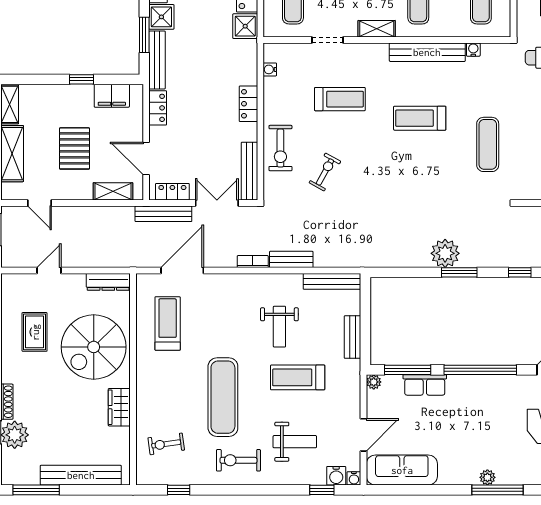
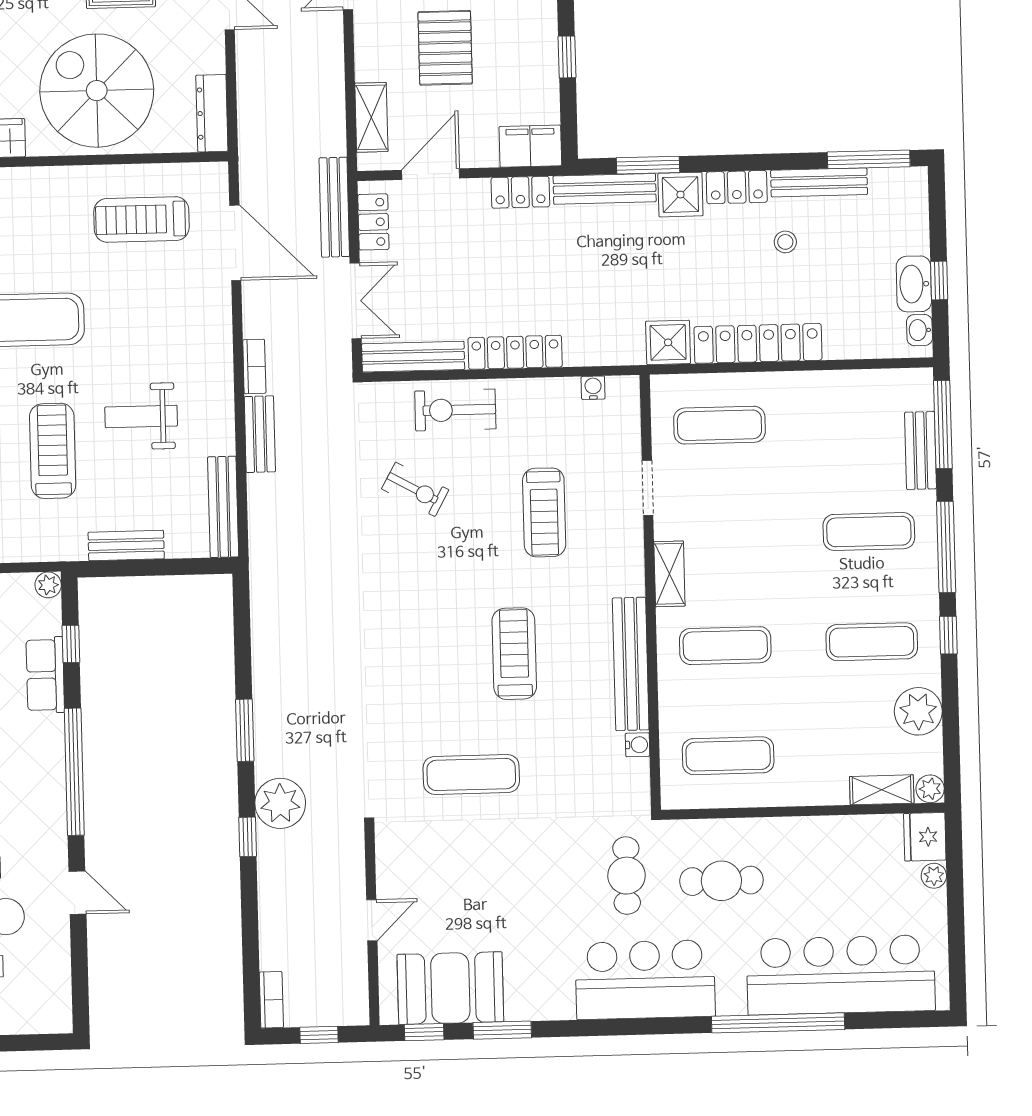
filing cabinet: (112, 96) -> (530, 146), moved, turned 90
locker: (249, 104) -> (515, 352), width x1.53
pallet: (75, 148) -> (445, 48), turned 90
plant: (445, 253) -> (280, 803), moved
treadmill: (168, 323) -> (141, 219), turned 180
window: (408, 370) -> (71, 644), width x0.46

